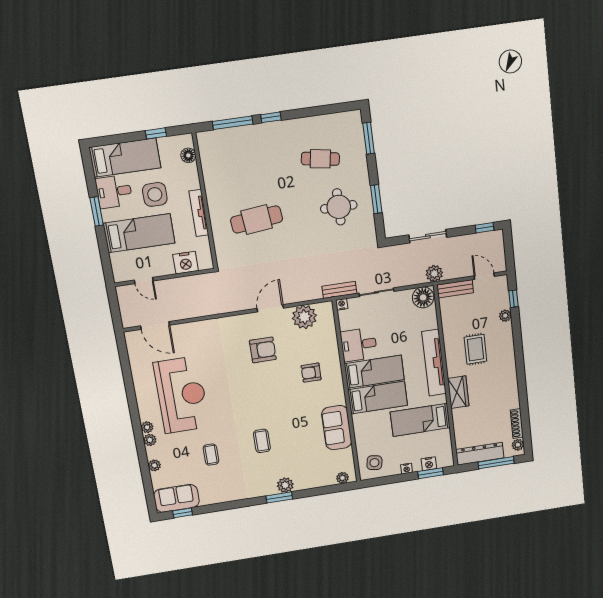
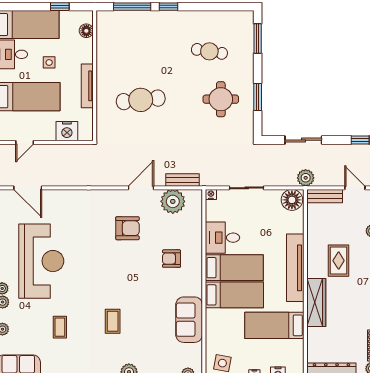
side table: (155, 194) -> (49, 62), width x0.54, depth x0.54
door: (144, 280) -> (25, 142), hinge flipped
bench: (339, 290) -> (183, 180), moved
wardrobe: (458, 392) -> (316, 303), width x1.50

